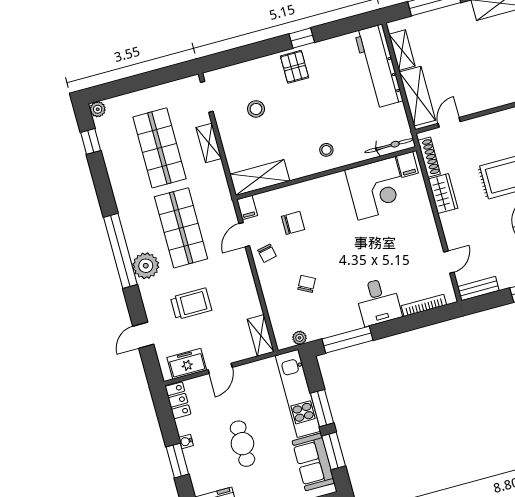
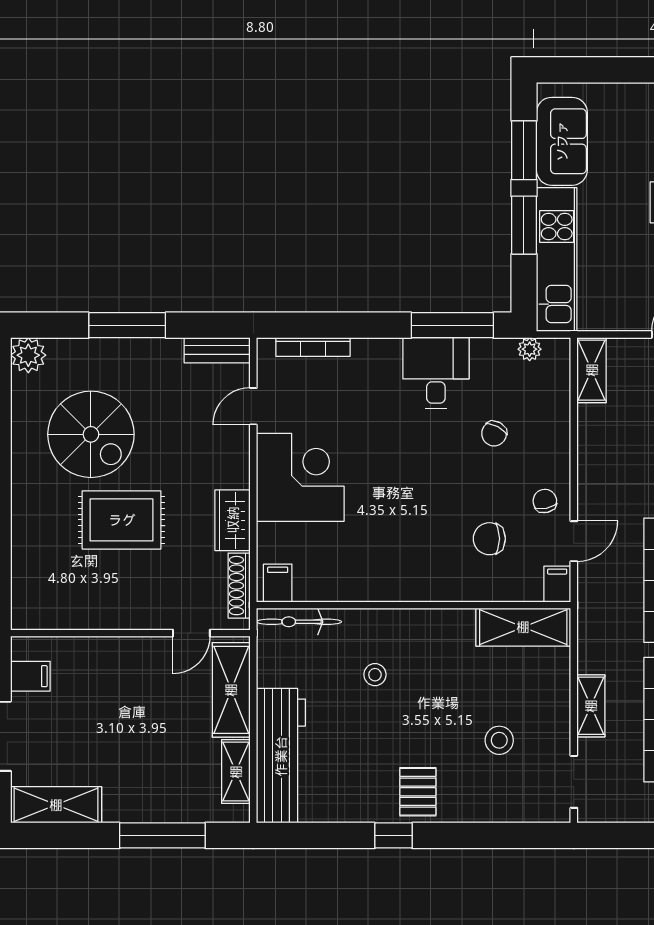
stool: (326, 150) -> (375, 675), moved
corner desk: (377, 188) -> (300, 477), moved, turned 90
desk: (378, 302) -> (436, 373), moved

